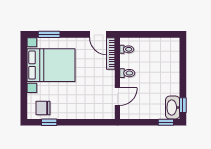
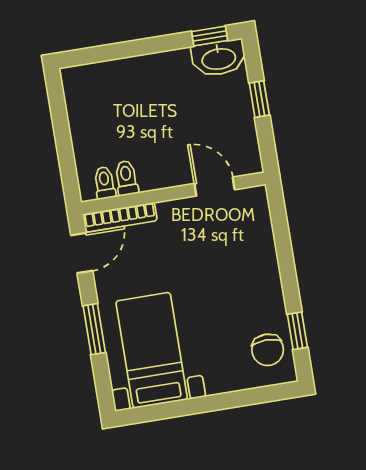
window: (49, 34) -> (94, 329), moved
bed with nightstands: (51, 65) -> (152, 350), width x0.73
toilet: (127, 73) -> (126, 178), moved
window: (166, 122) -> (259, 99), moved

